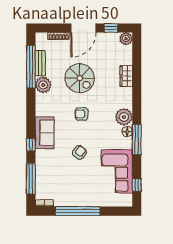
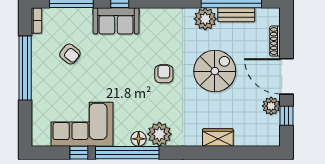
plant: (126, 39) -> (271, 106), moved
spiral stairs: (80, 78) -> (215, 71), turned 180
sofa: (45, 133) -> (116, 21), moved
window: (137, 140) -> (127, 153), width x1.46
armchair: (79, 152) -> (70, 54), moved
window: (137, 185) -> (79, 153), moved

